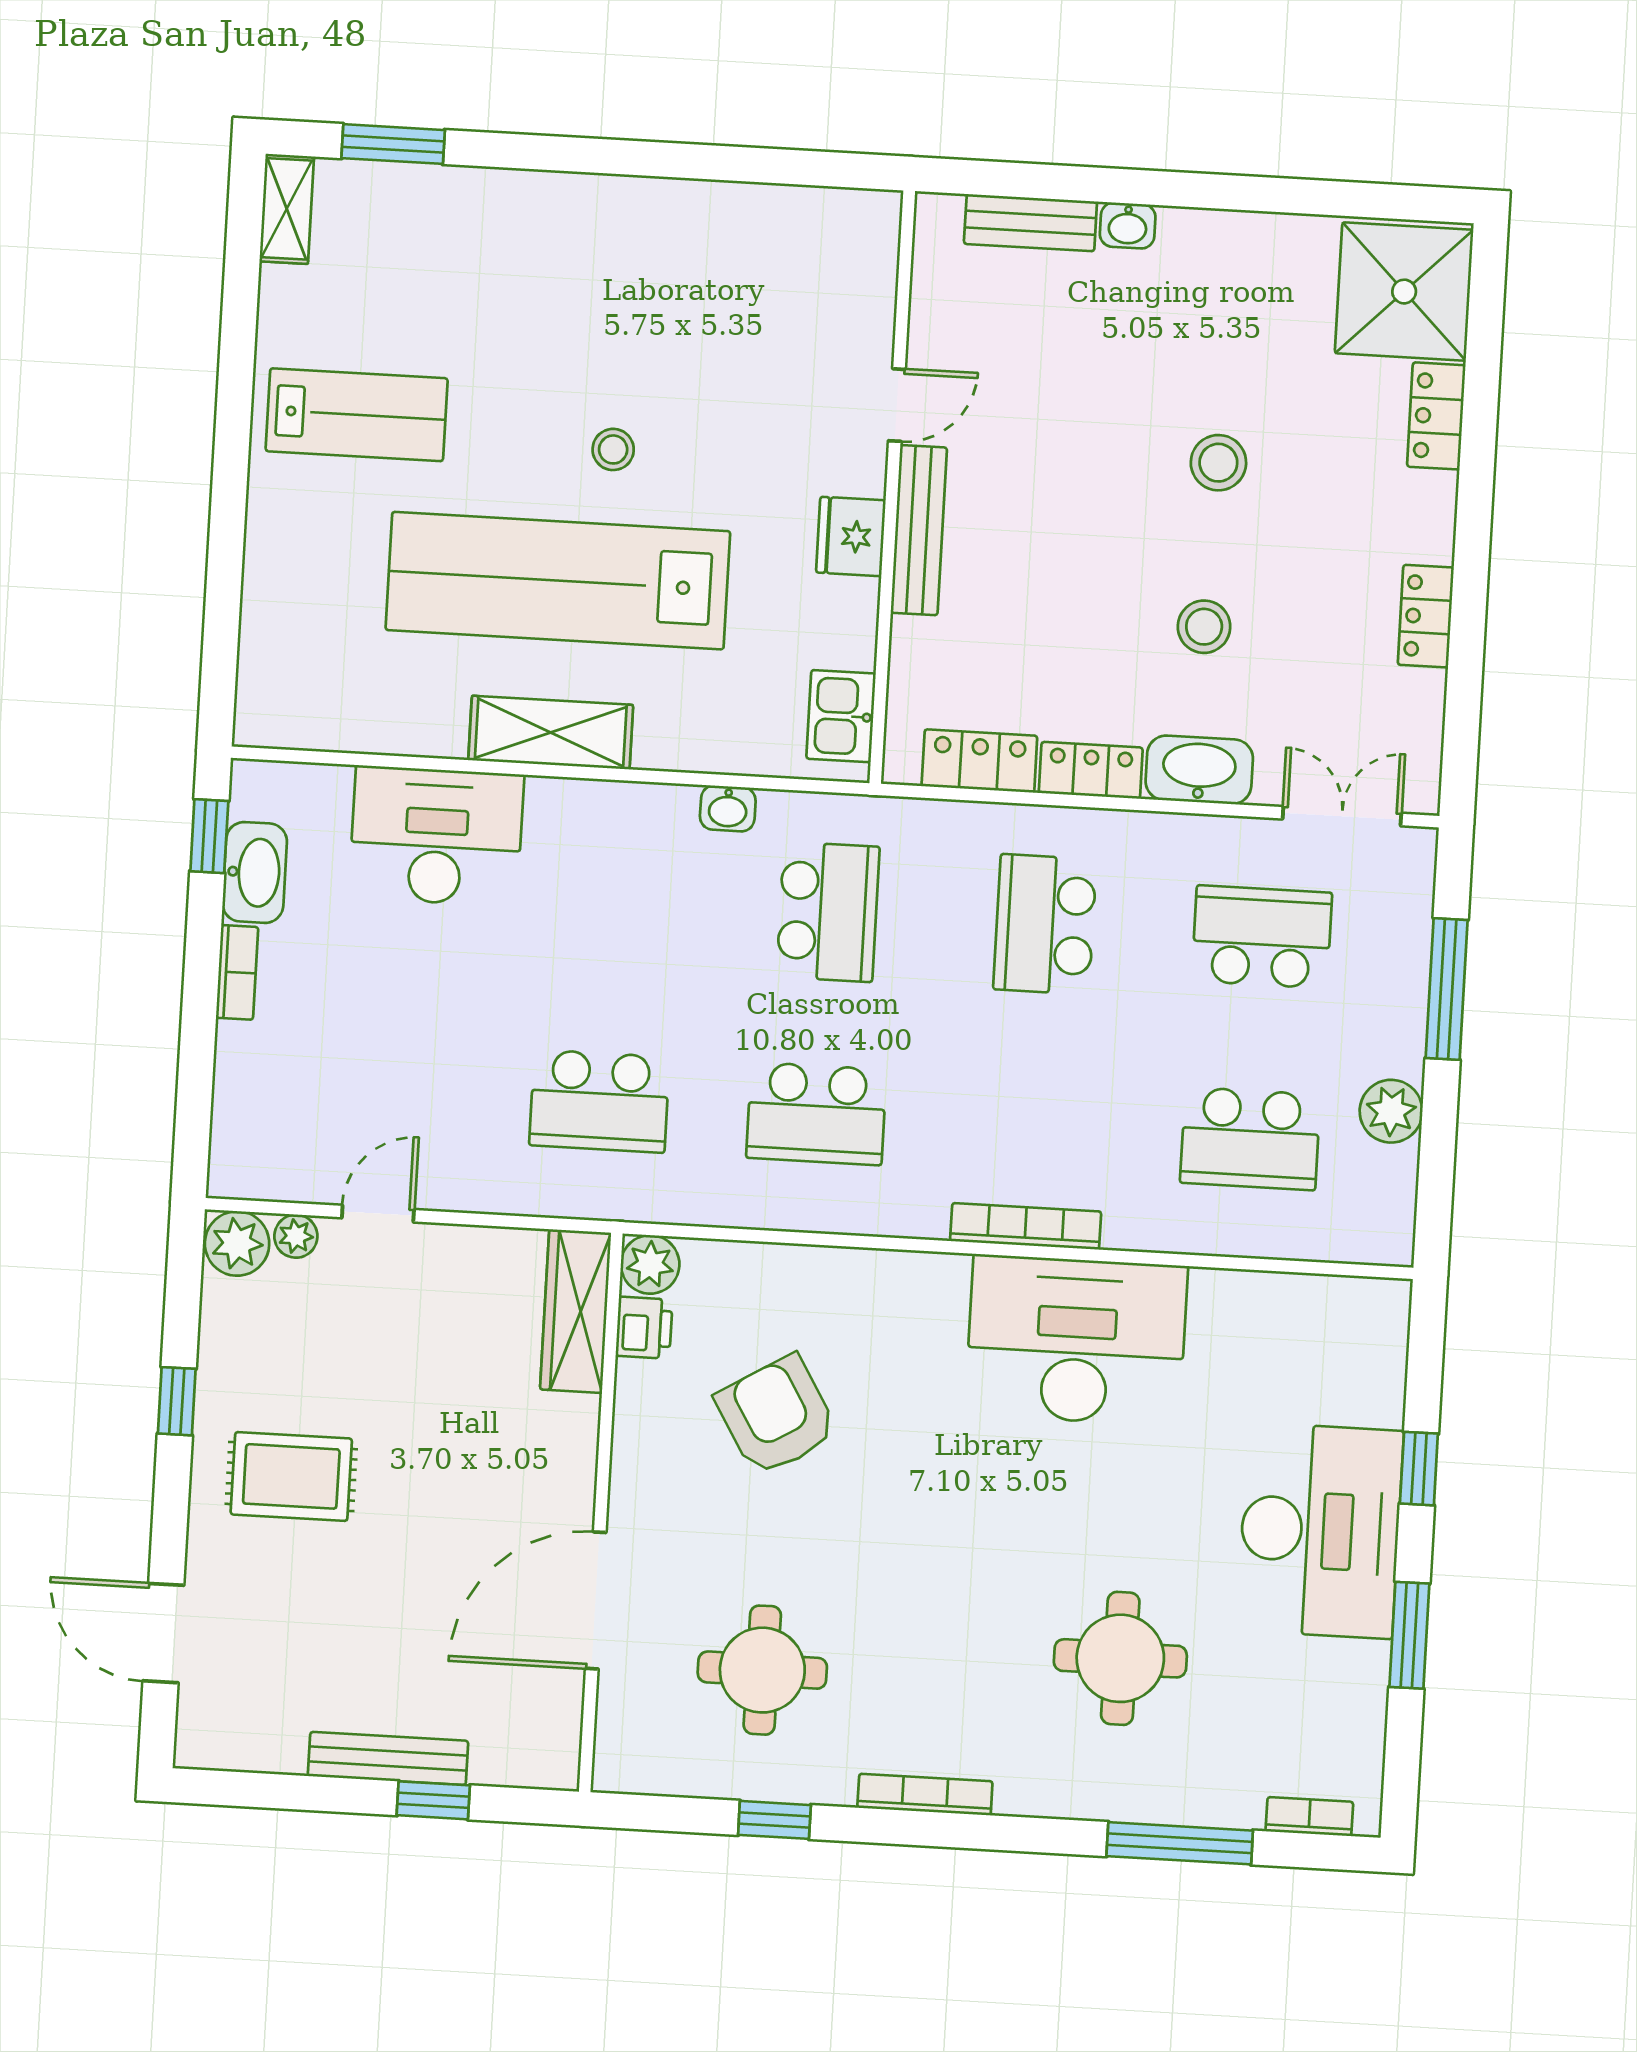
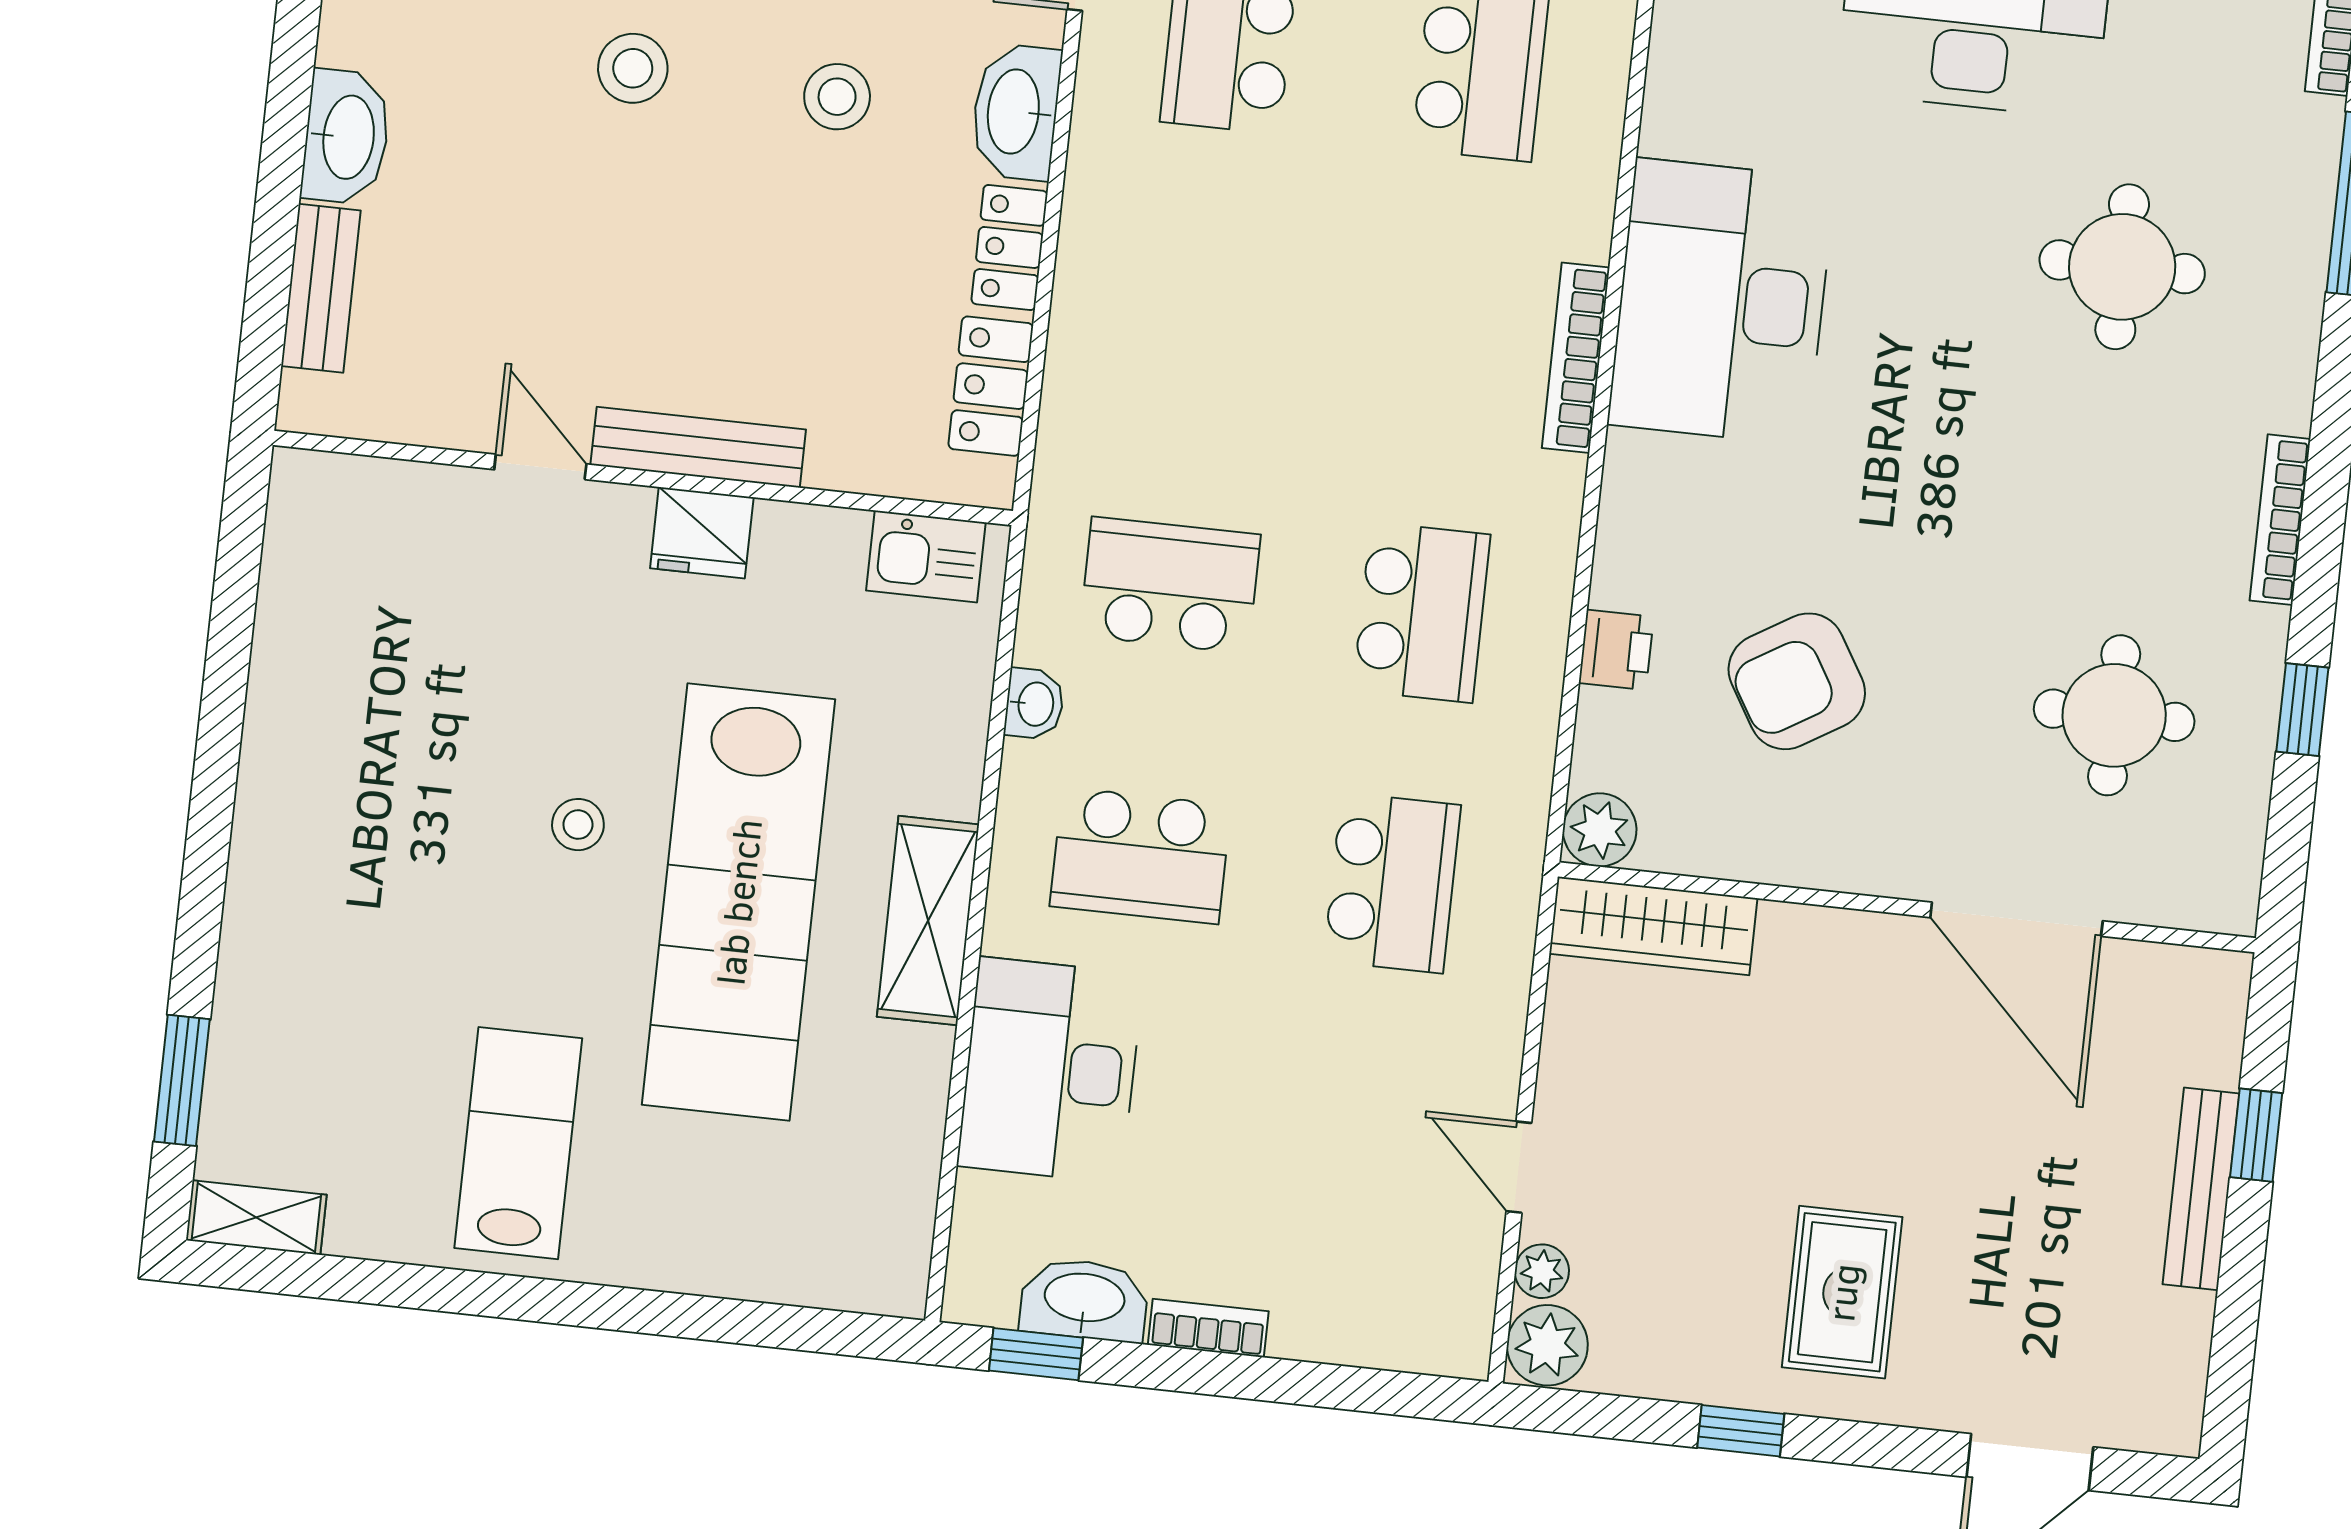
washbasin: (1128, 226) -> (346, 137), width x1.91, depth x1.45
school desk: (1045, 924) -> (1140, 856), moved
printer: (644, 1328) -> (1616, 650), moved, turned 90

